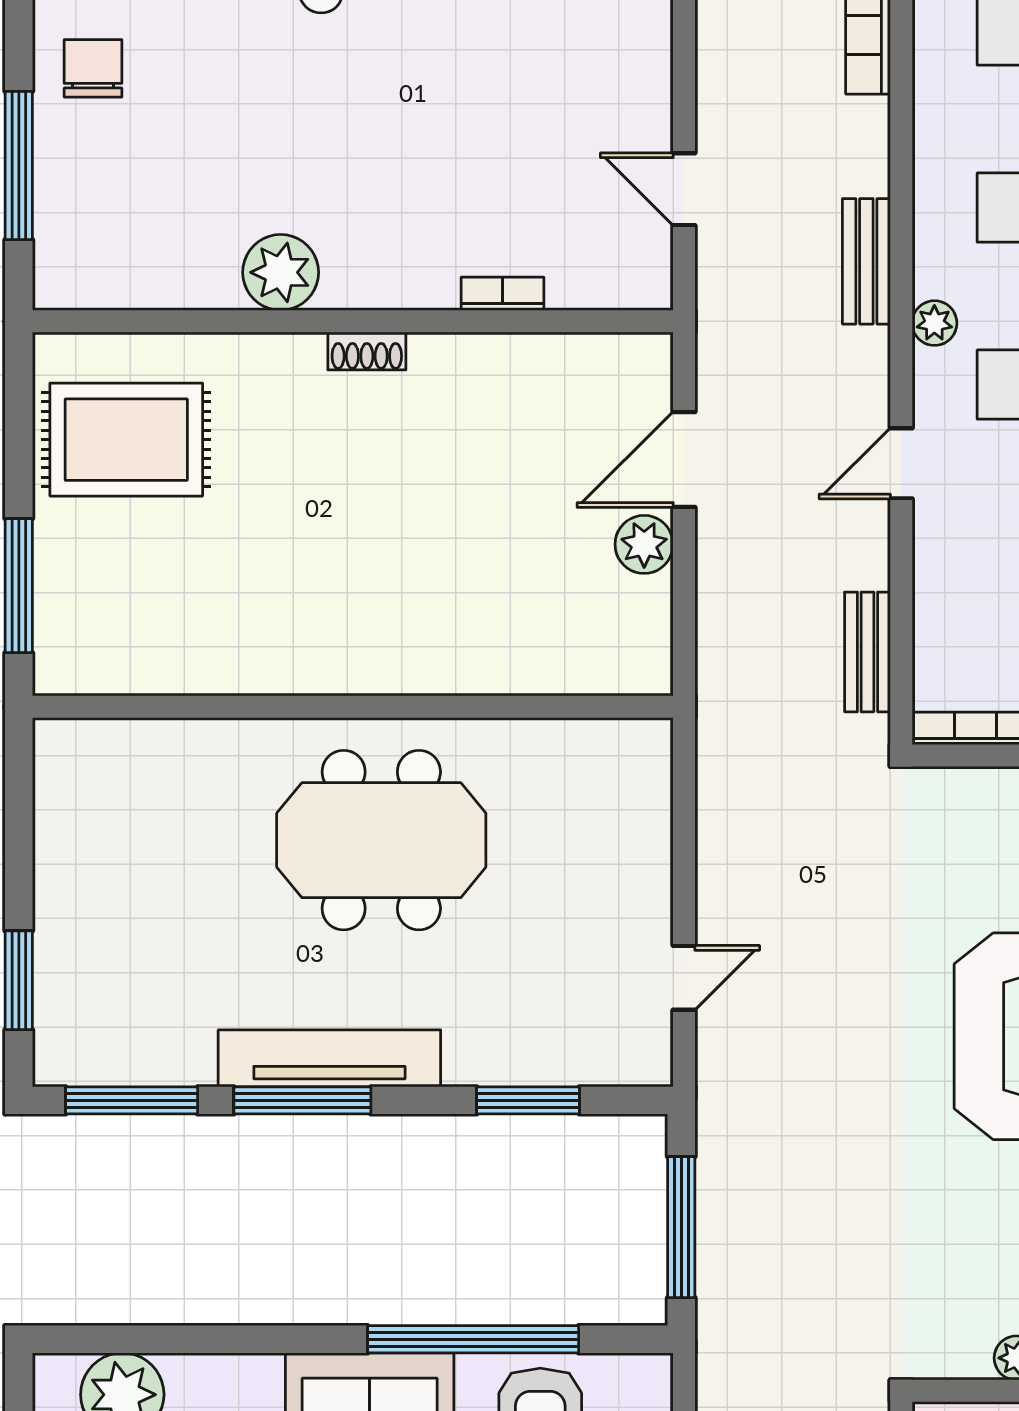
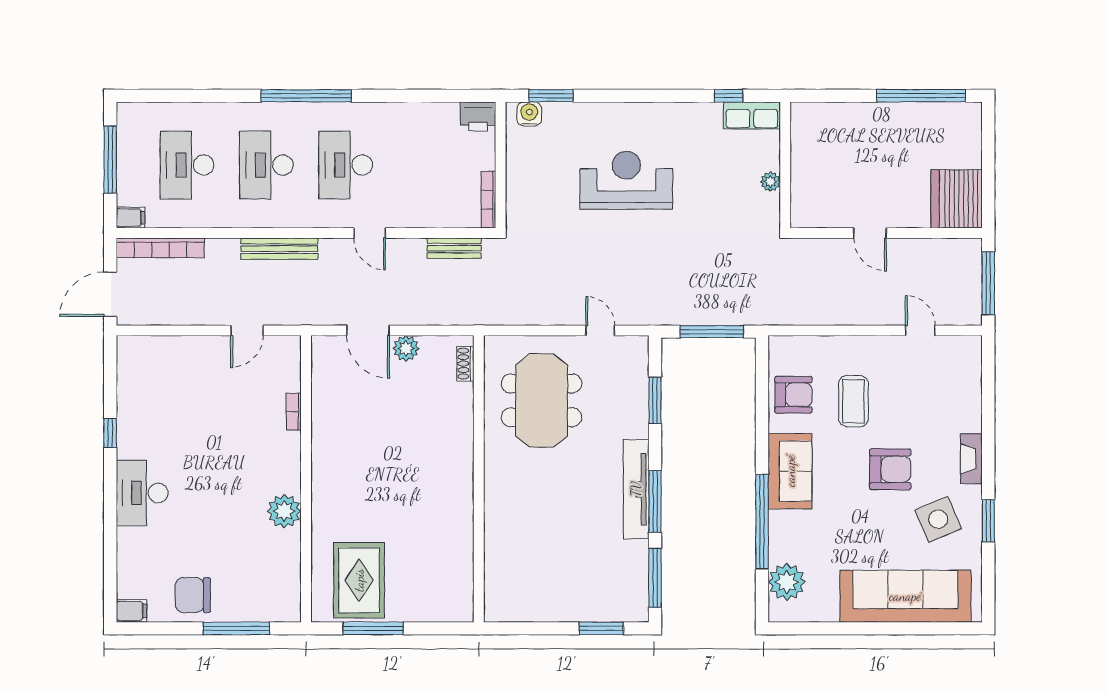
chair: (93, 68) -> (193, 595), width x1.37, depth x1.37
bench: (866, 261) -> (279, 249), width x1.36
plant: (934, 323) -> (307, 218), removed
shoe rack: (367, 351) -> (465, 364), moved, turned 180
window: (19, 586) -> (373, 628), moved
meeting table: (381, 840) -> (541, 400), moved
window: (473, 1339) -> (762, 522), moved

